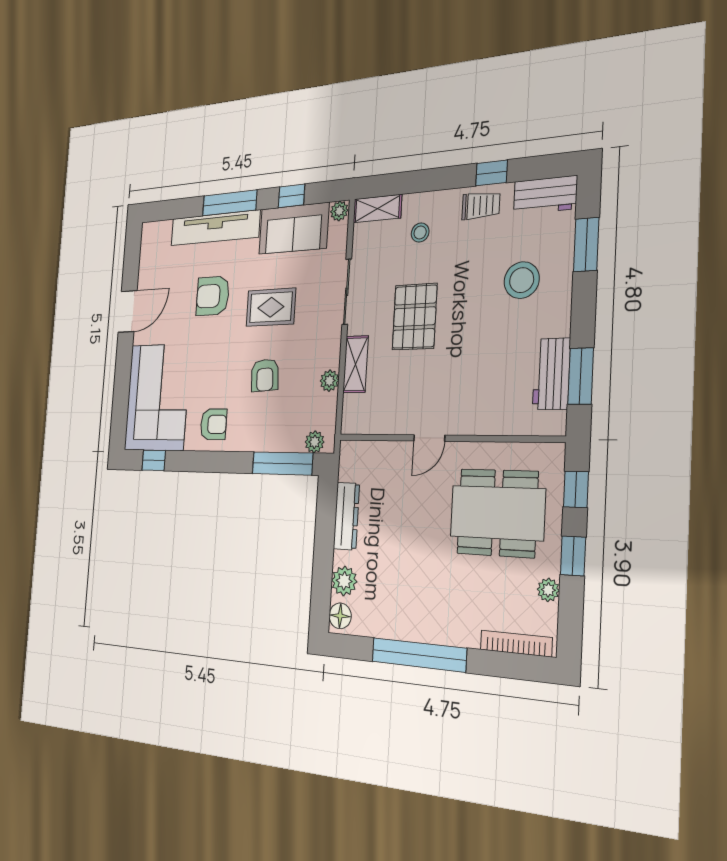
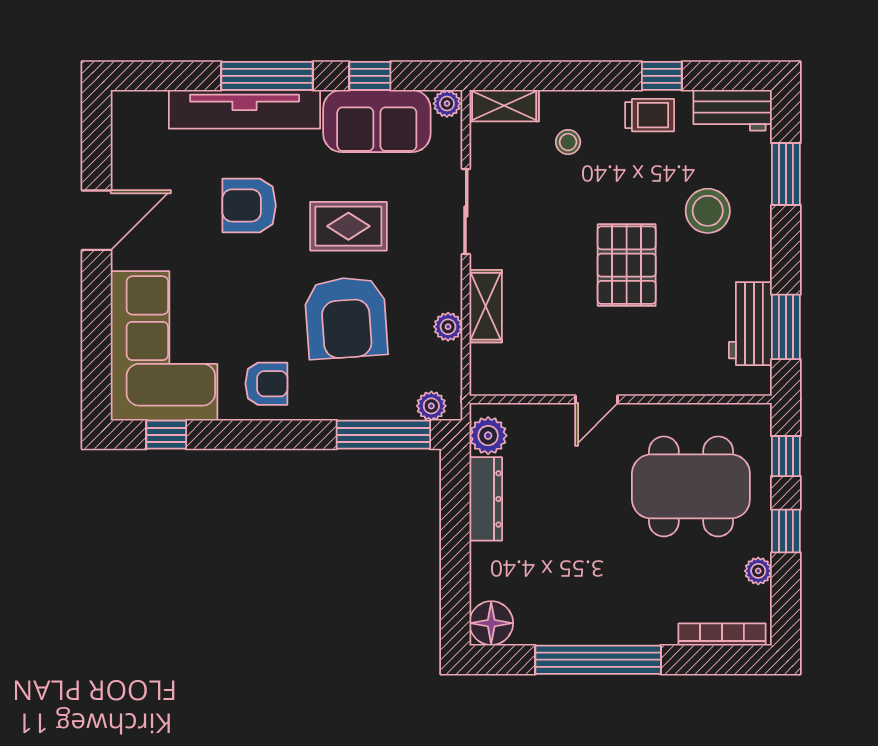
pallet: (415, 317) -> (627, 265), moved
armchair: (265, 375) -> (346, 318), width x1.88, depth x1.88
plant: (344, 581) -> (488, 436), moved
floor lamp: (340, 616) -> (491, 623), width x1.38, depth x1.38

